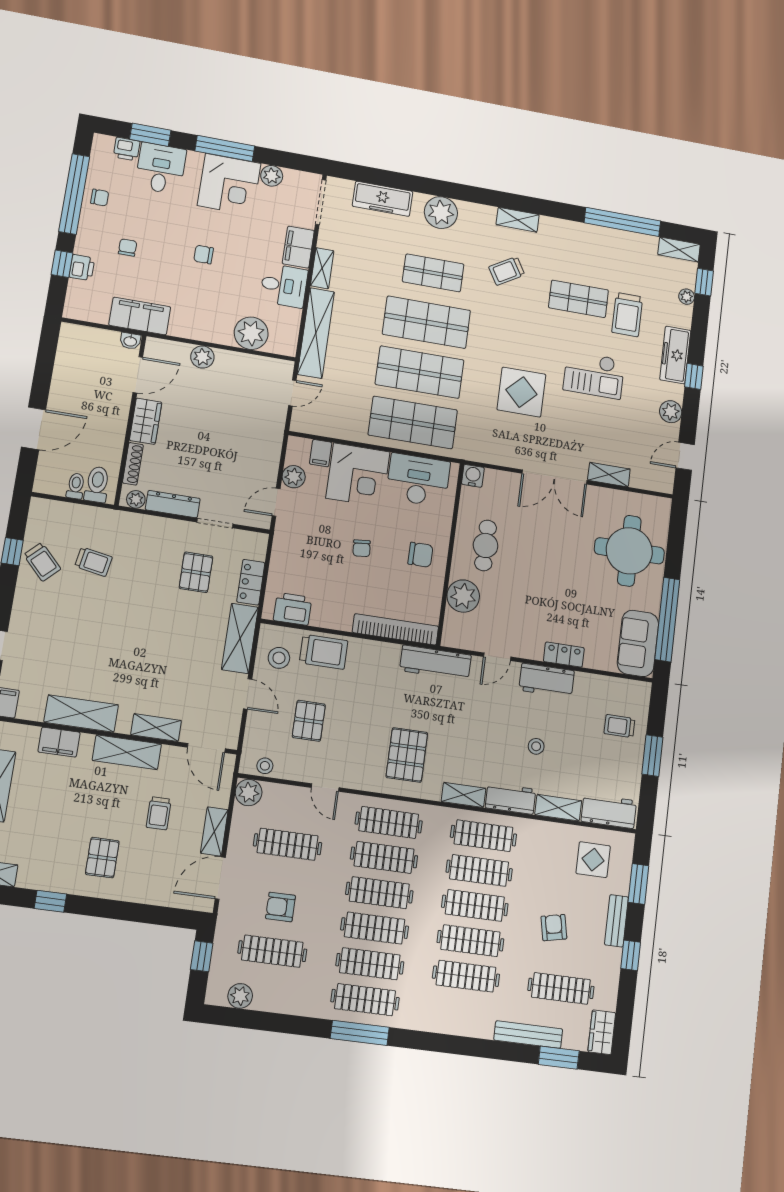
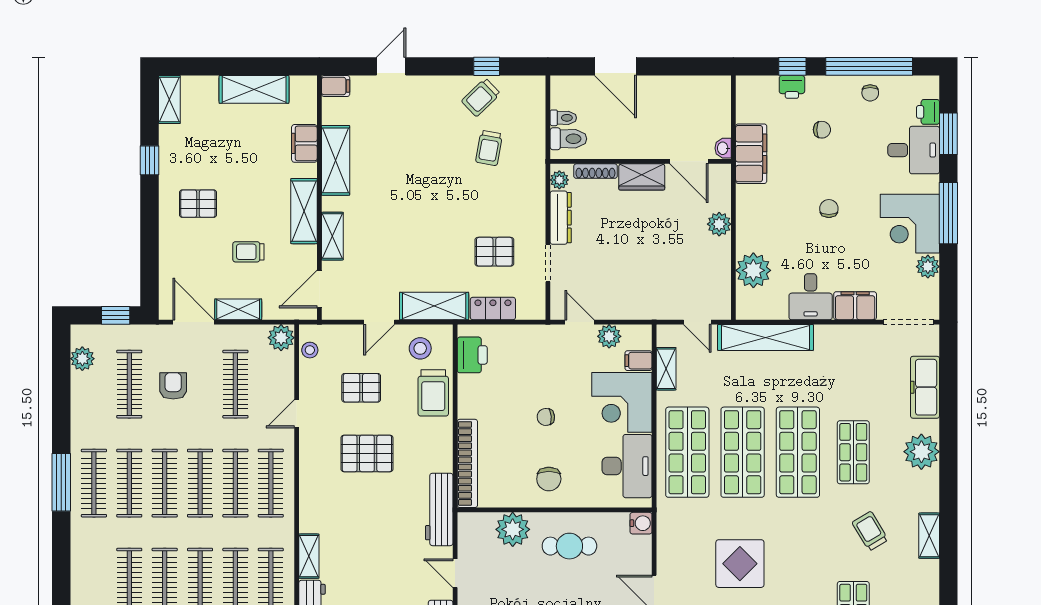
shelving: (322, 268) -> (666, 369), moved, turned 90
pallet: (407, 755) -> (367, 453), moved

